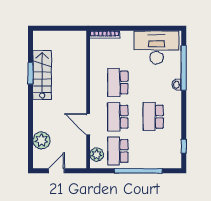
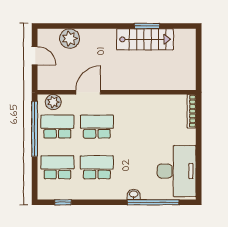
school desk: (118, 82) -> (57, 167), moved
window: (138, 171) -> (35, 129), moved

